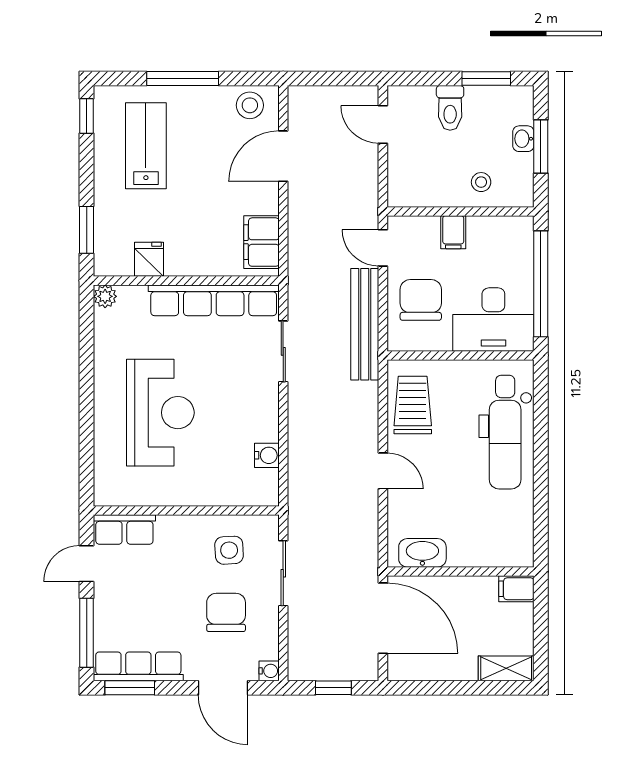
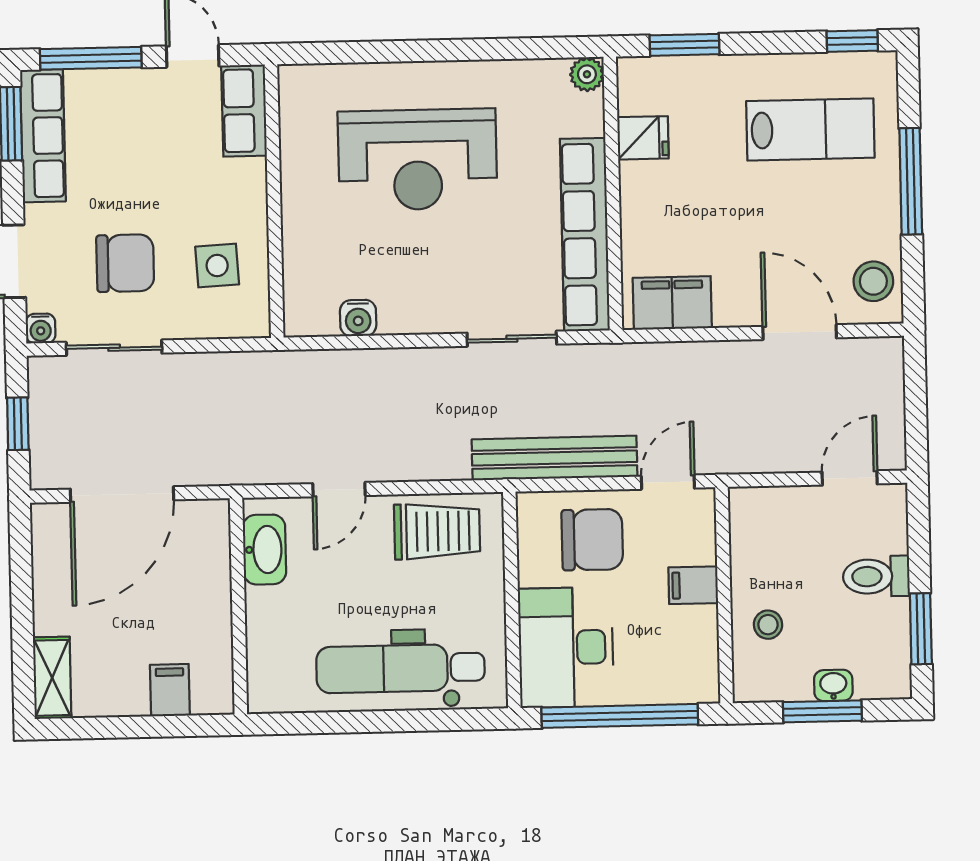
washbasin: (422, 553) -> (264, 550), moved
wall: (460, 571) -> (238, 606), moved
sliding door: (283, 573) -> (114, 348), moved

